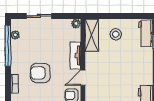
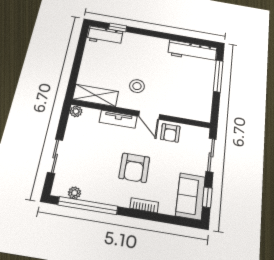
stool: (116, 34) -> (137, 86), moved

